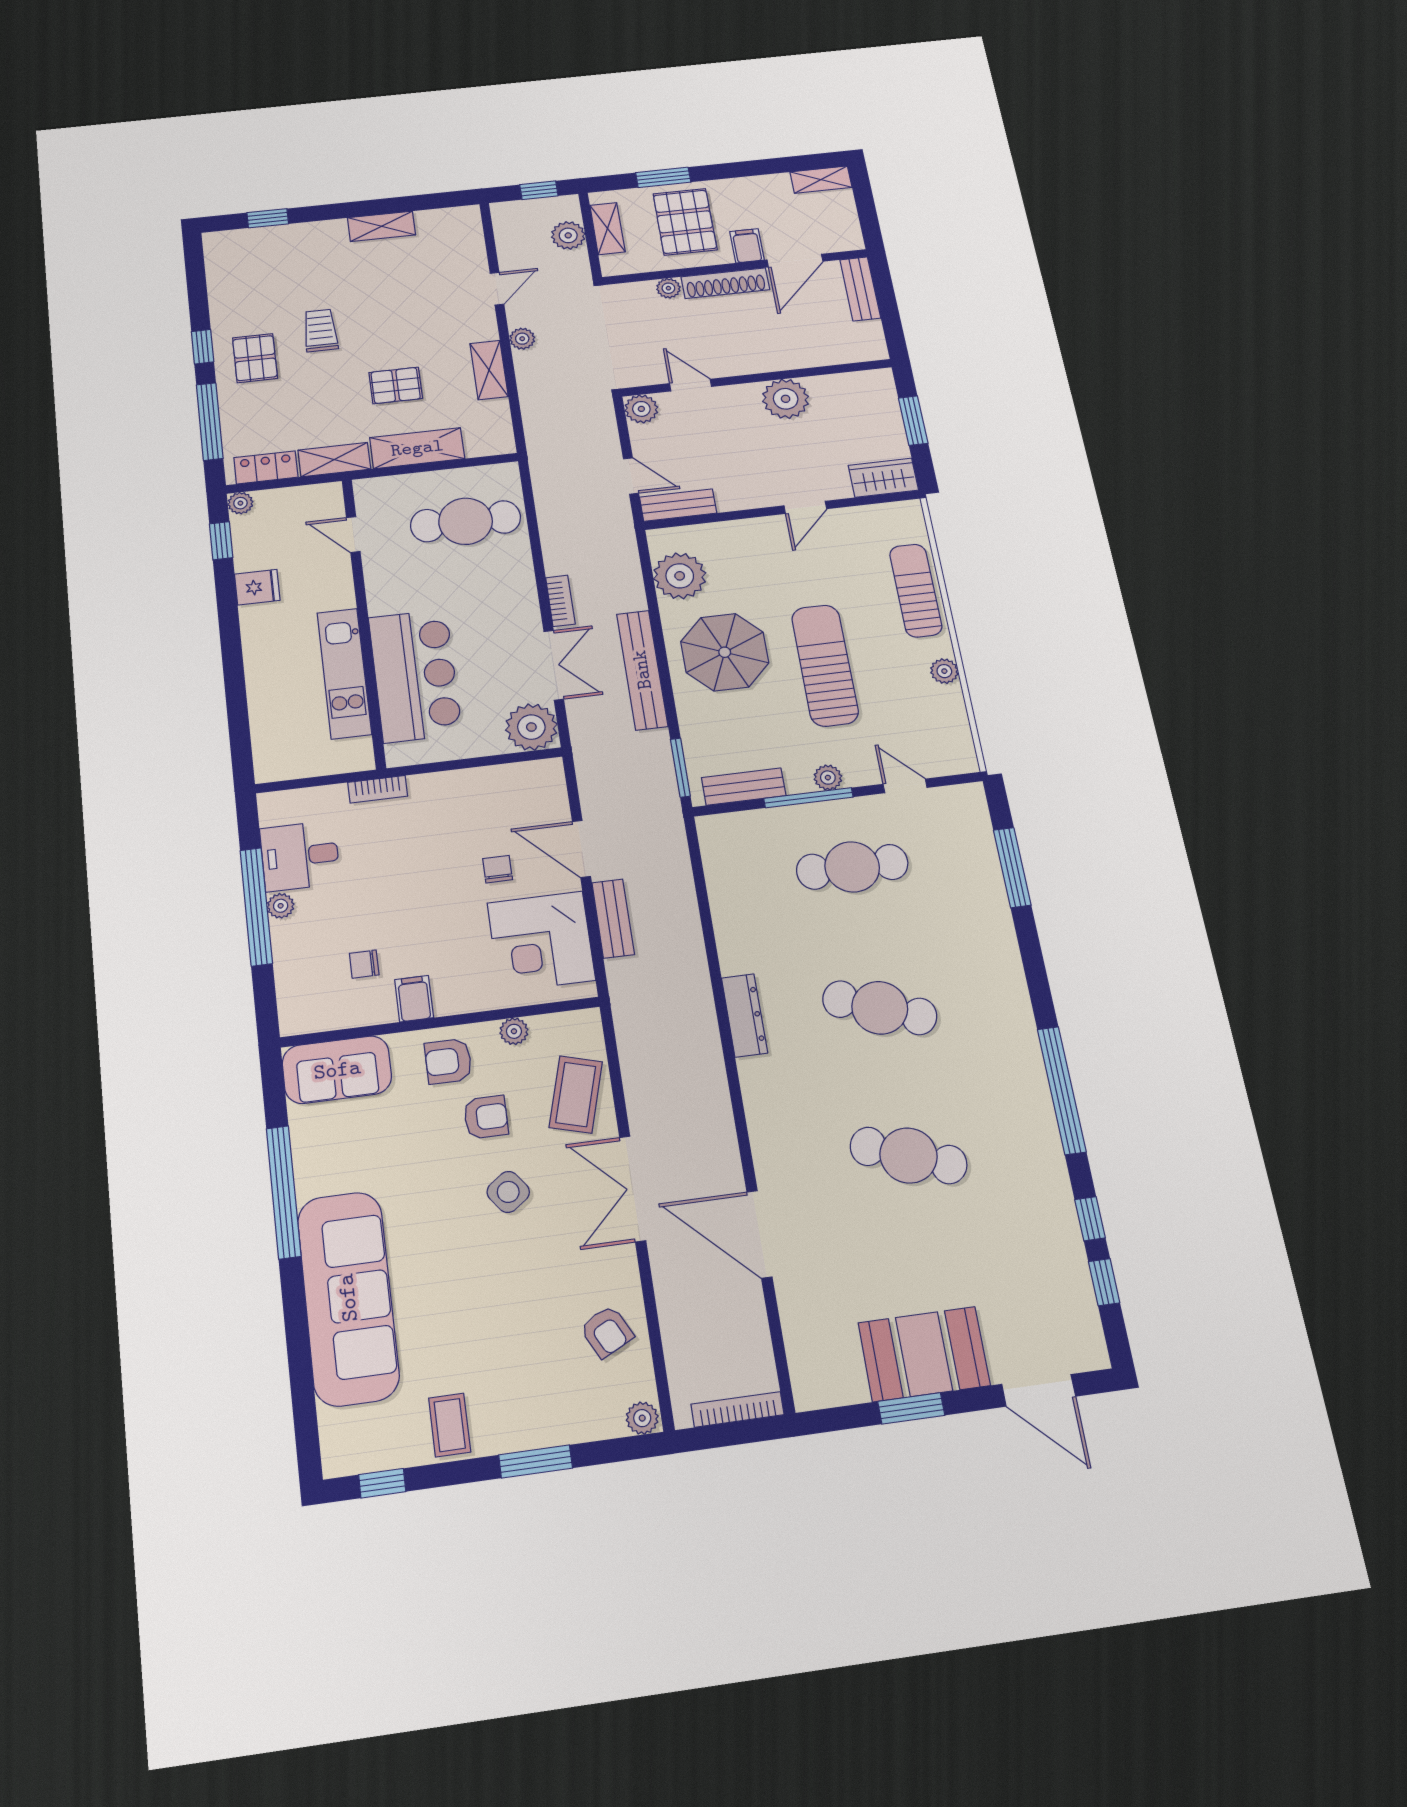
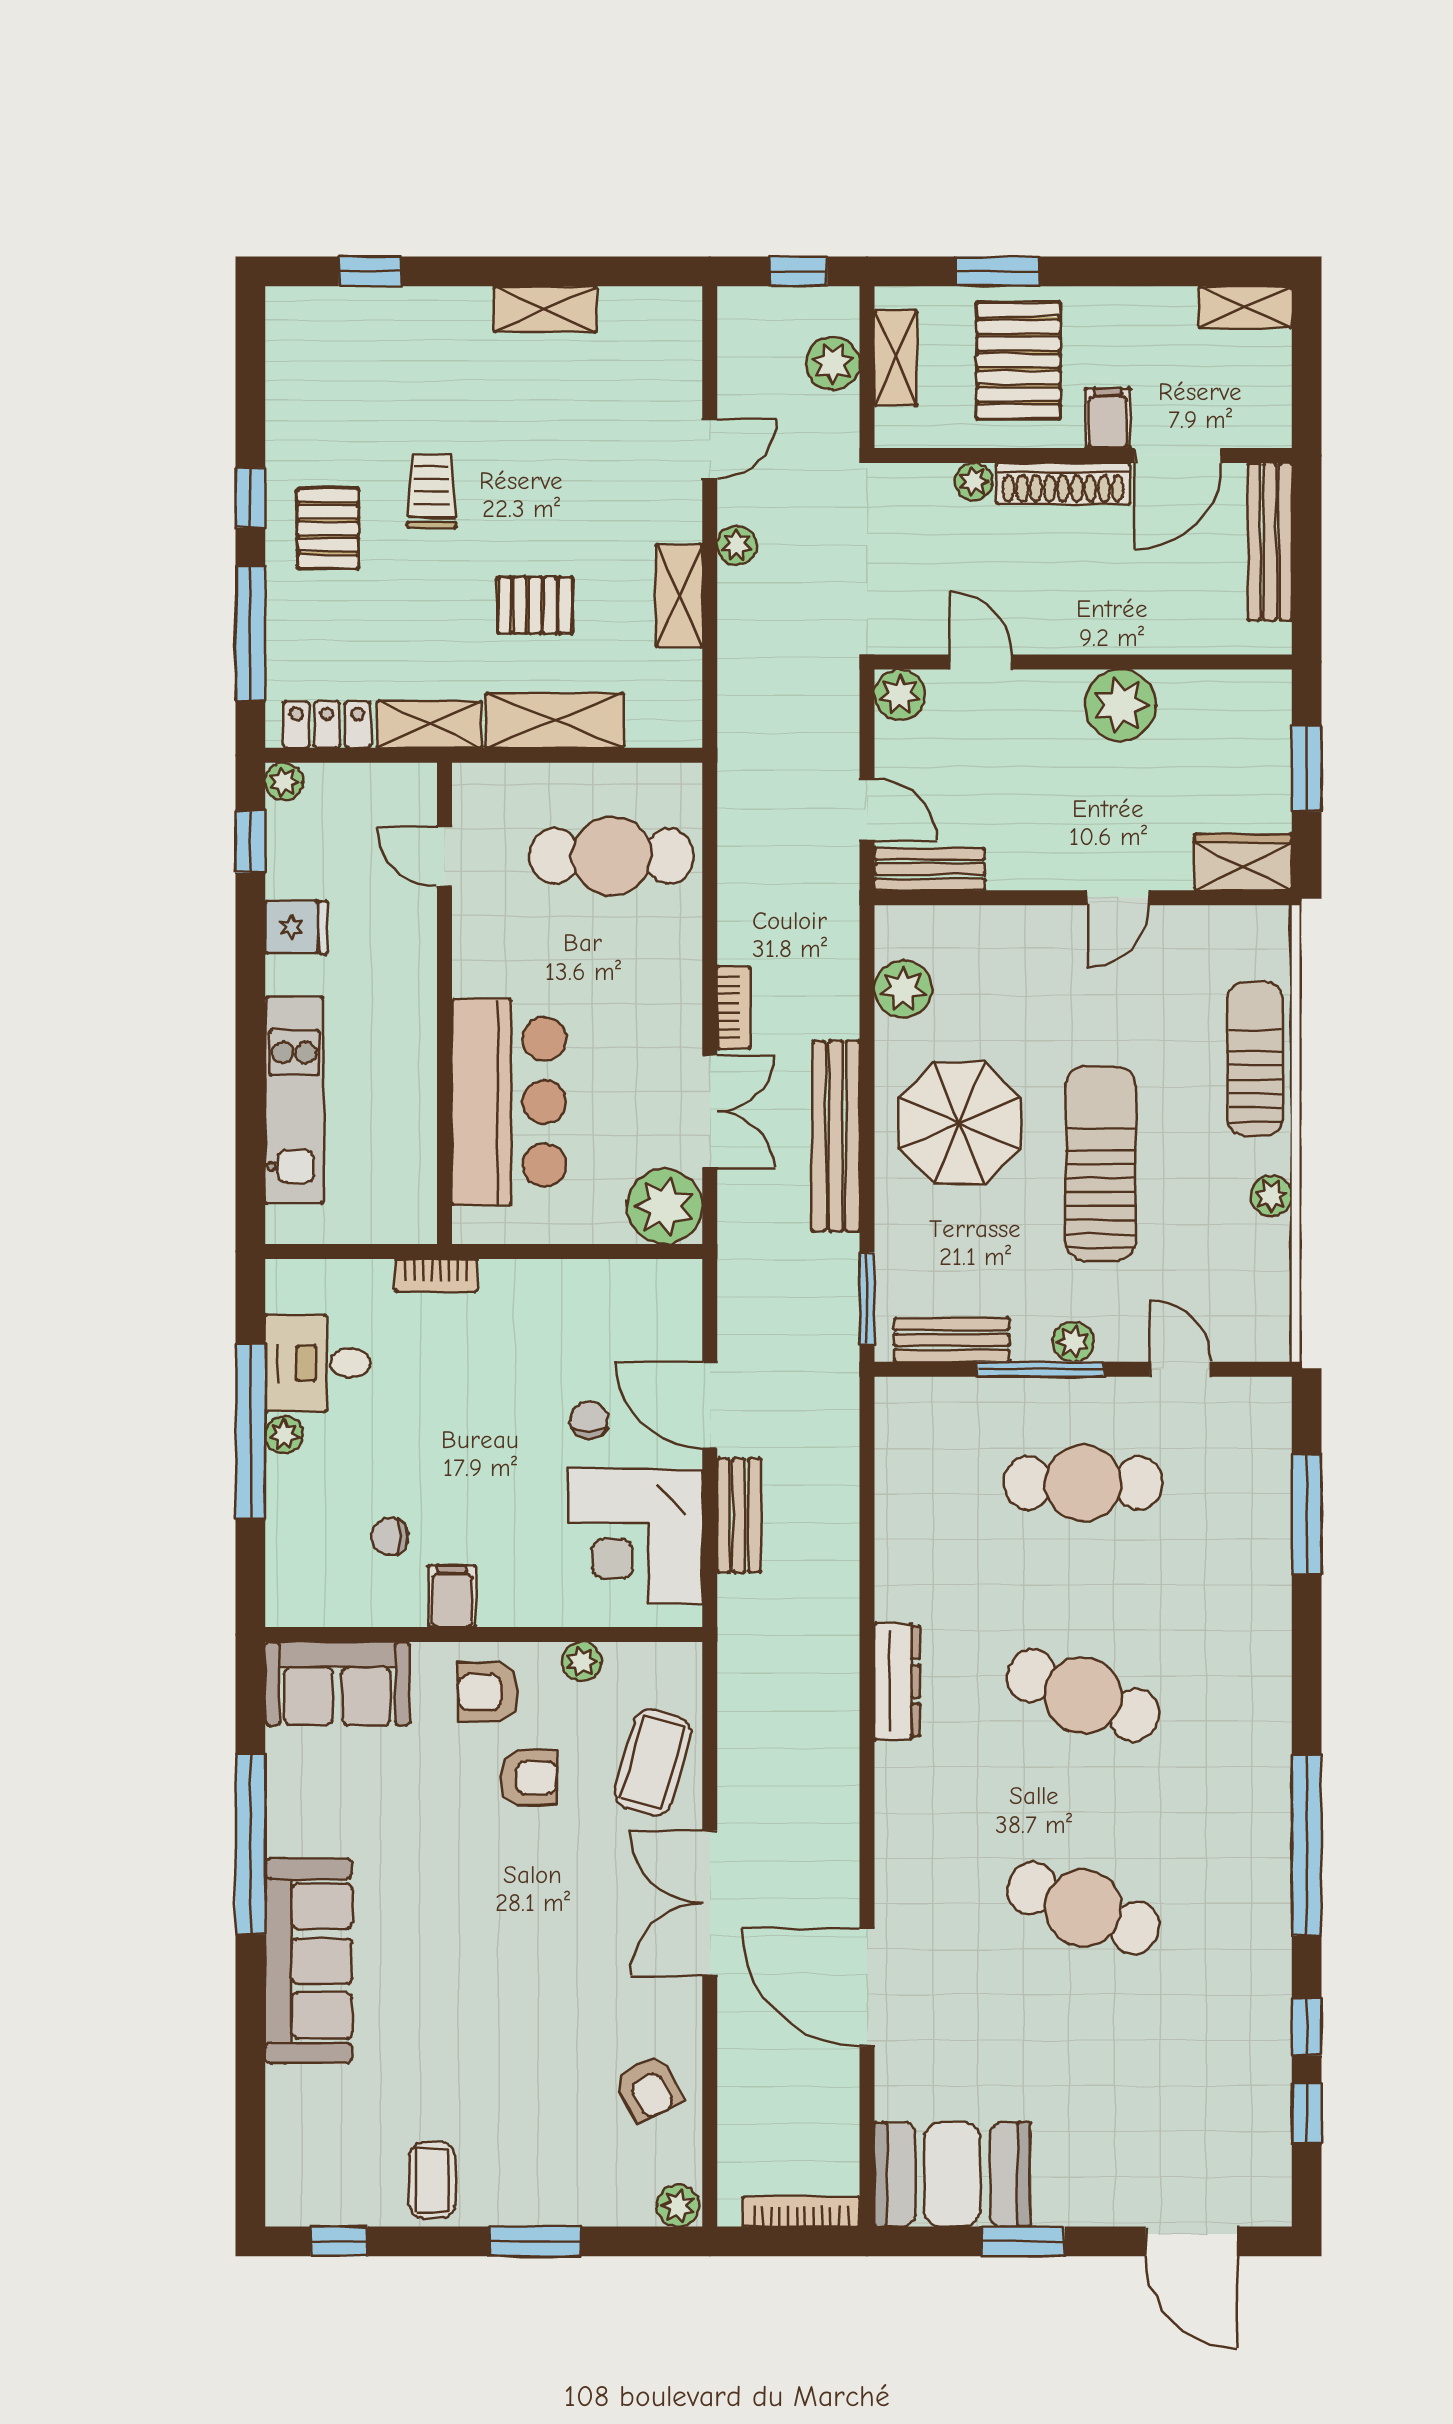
bench: (860, 289) -> (1270, 542), width x1.36
plant: (680, 576) -> (903, 989), width x0.73, depth x0.73
kitchen unit: (344, 673) -> (294, 1100), moved, turned 180
side table: (508, 1192) -> (545, 1885), removed
sofa: (348, 1298) -> (309, 1961), width x0.74, depth x0.79
booth: (924, 1354) -> (952, 2174), moved

